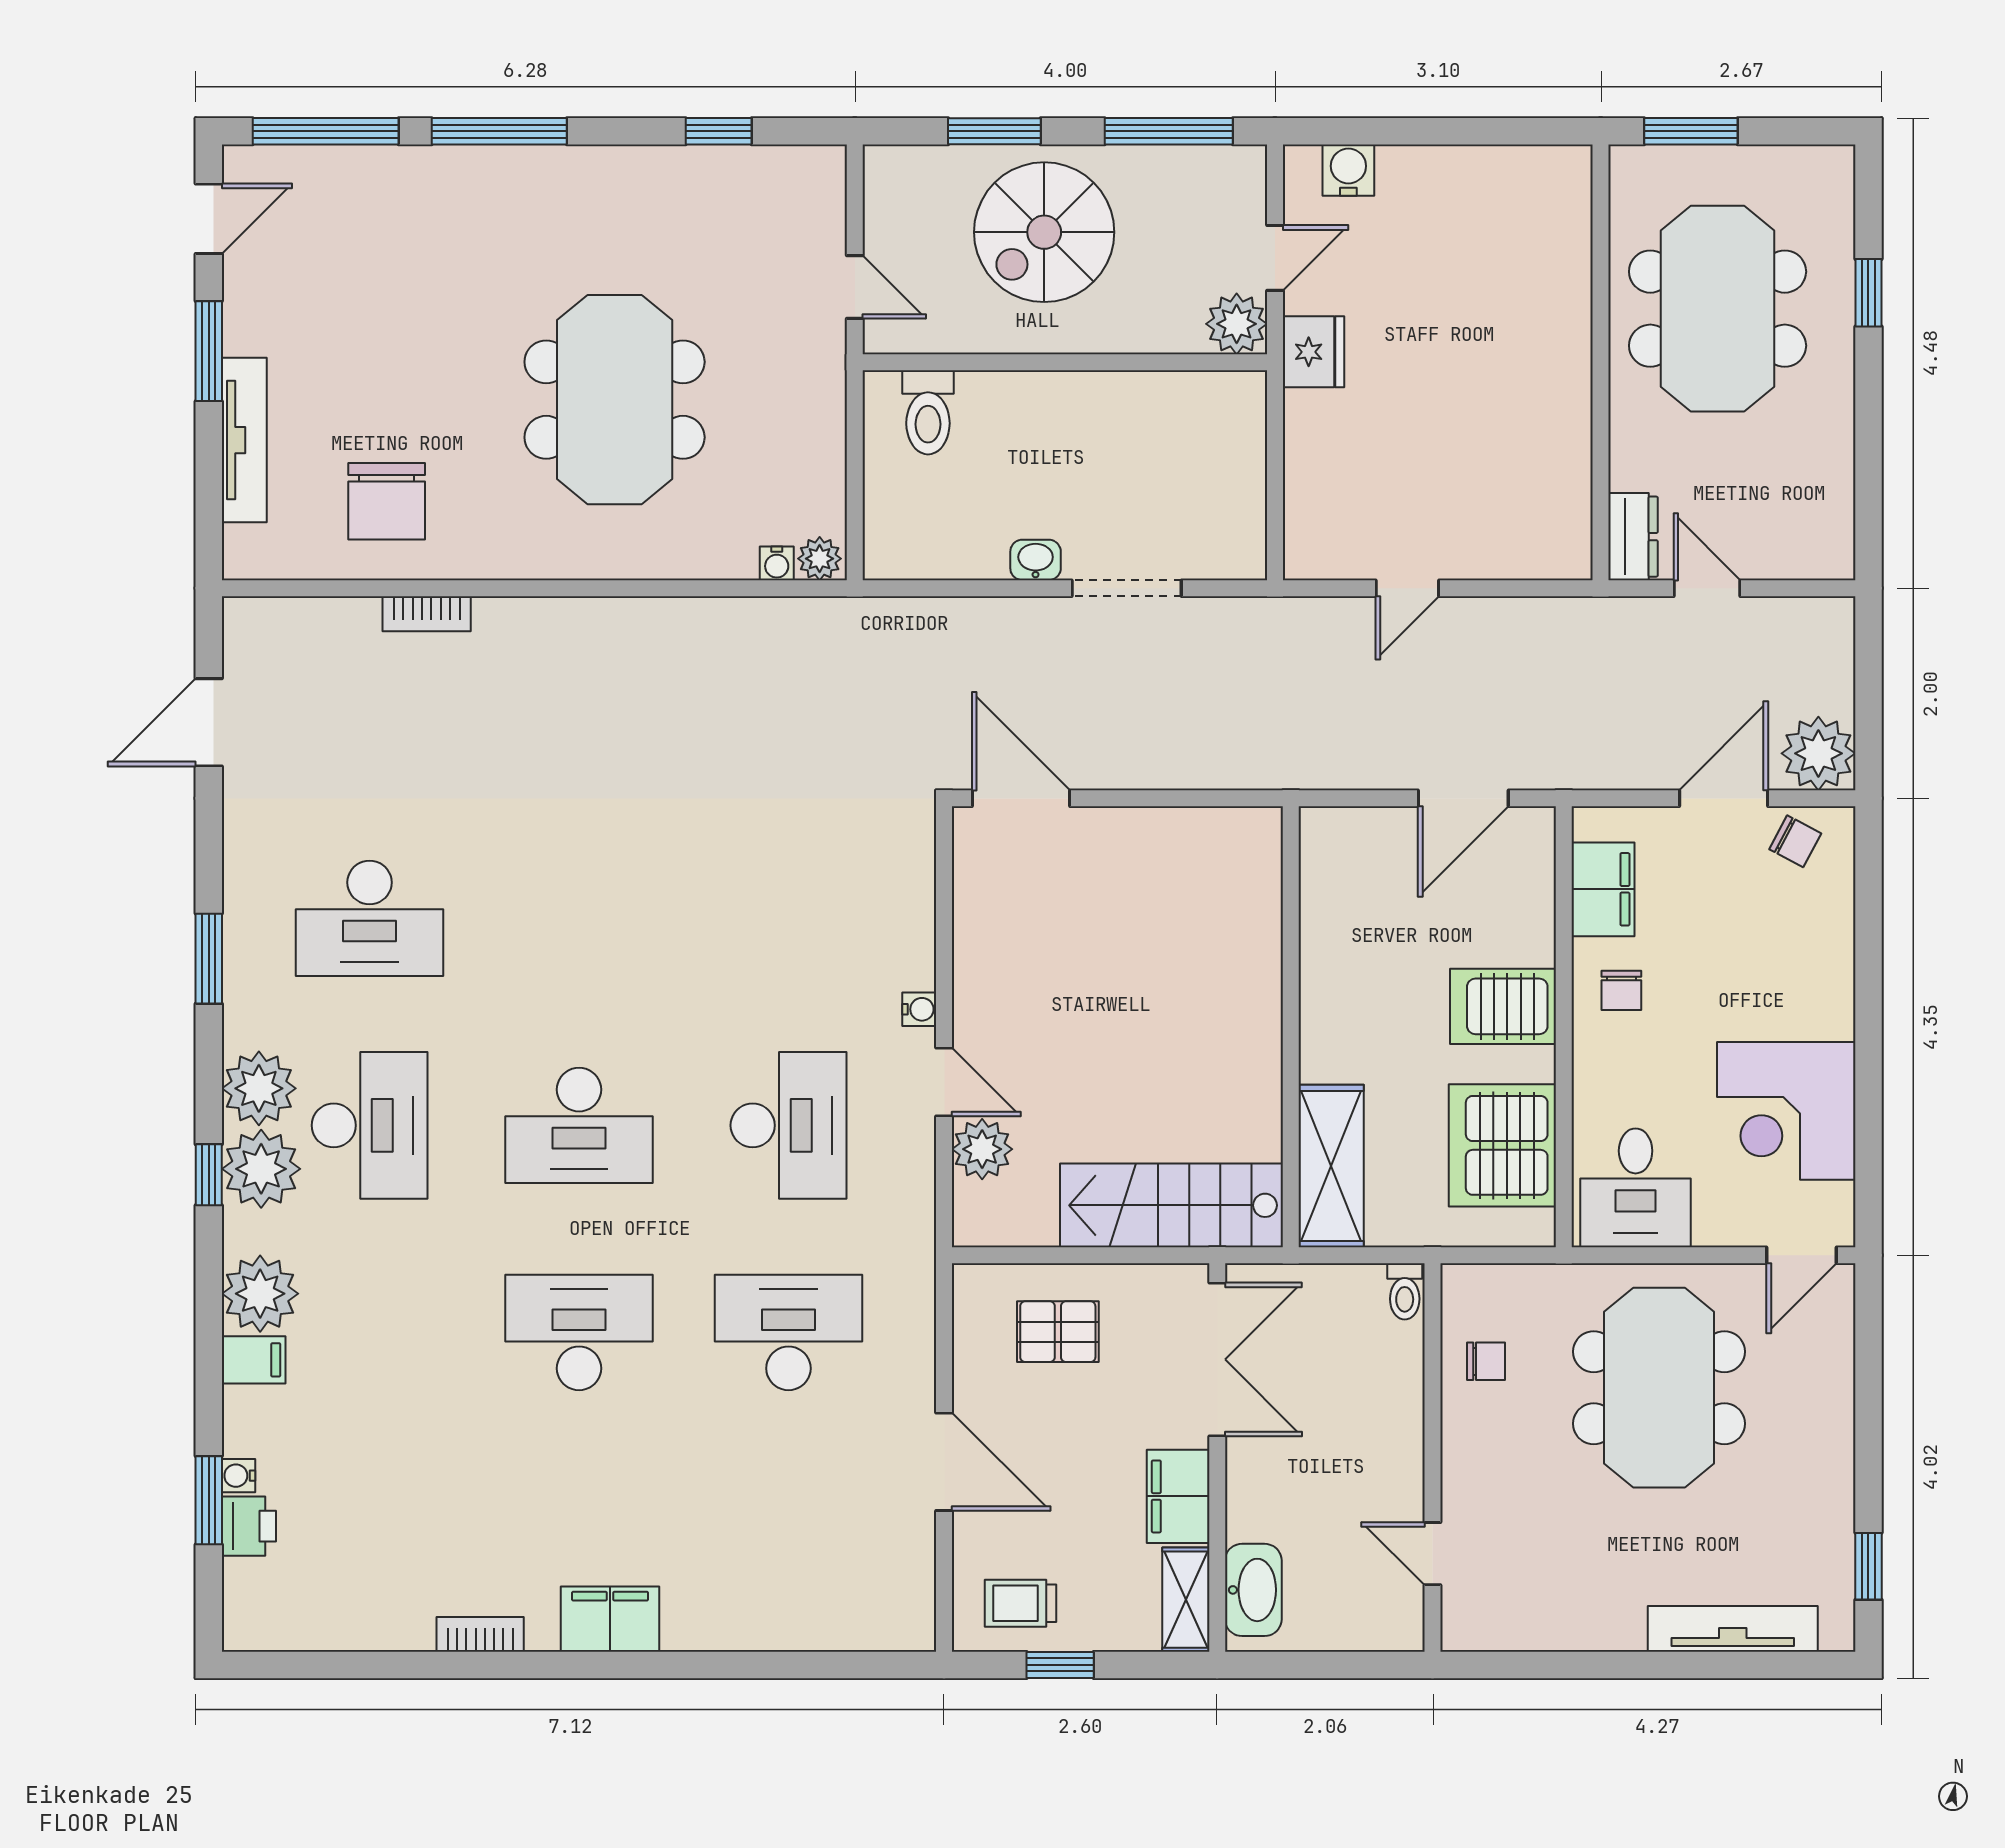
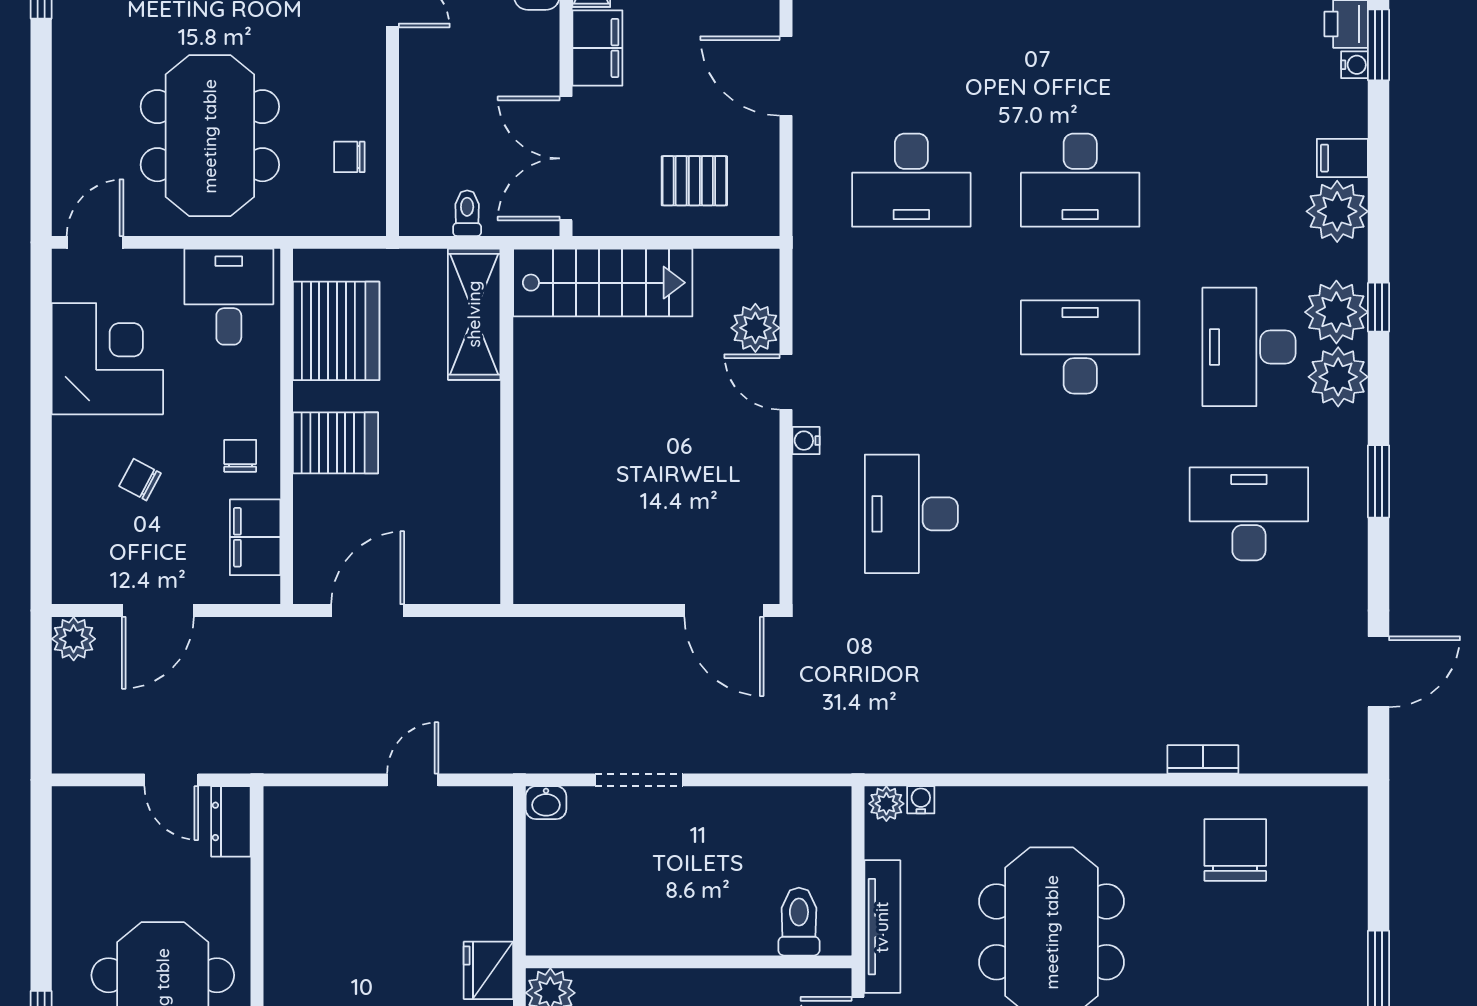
tv unit: (244, 440) -> (882, 927), moved, turned 180
washbasin: (1036, 560) -> (546, 803), moved
plant: (1818, 753) -> (74, 639), width x0.73, depth x0.73
chair: (1795, 841) -> (140, 480), moved
desk: (788, 1125) -> (911, 514), moved
toilet: (1405, 1291) -> (467, 213), moved

